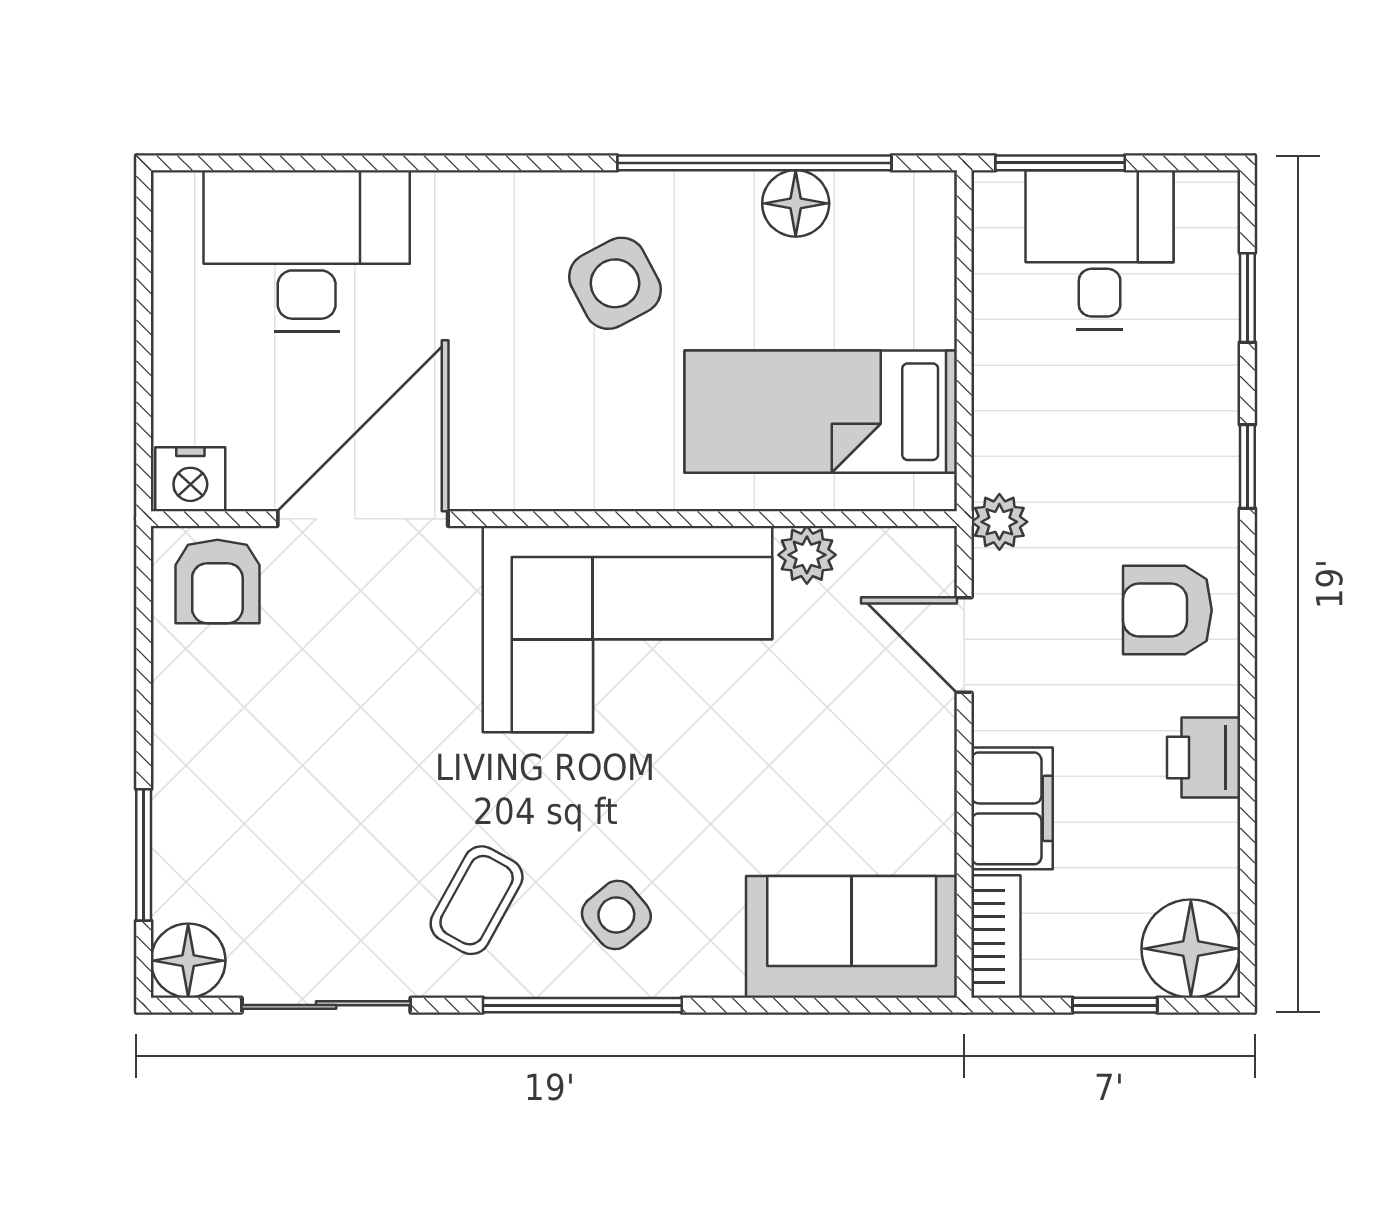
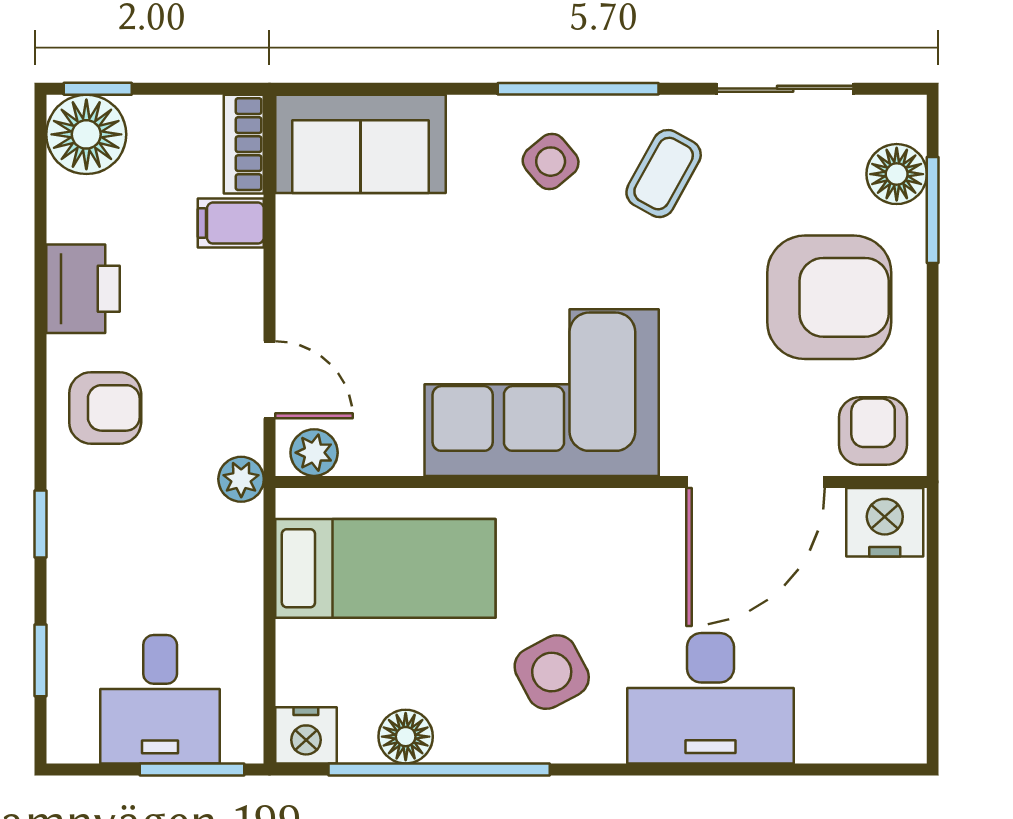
nightstand: (919, 205) -> (306, 735), added
desk: (307, 251) -> (710, 698), moved
nightstand: (190, 479) -> (885, 522), width x1.36, depth x1.33
plant: (807, 555) -> (314, 453), moved
armchair: (272, 747) -> (829, 297), added
printer: (1204, 758) -> (83, 289), width x1.36, depth x1.24
filing cabinet: (1012, 808) -> (231, 223), width x0.50
floor lamp: (188, 961) -> (897, 174), moved
window: (1115, 1005) -> (98, 89), moved

